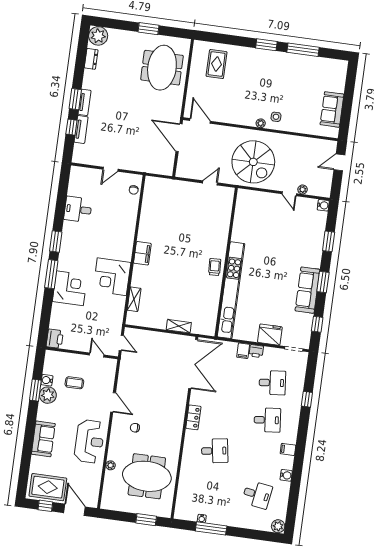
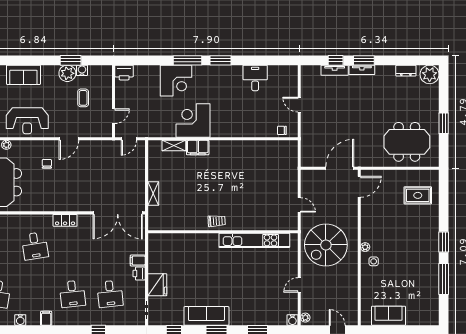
plant: (303, 189) -> (305, 318), moved
filing cabinet: (142, 253) -> (198, 148), moved
kitchen unit: (231, 290) -> (254, 240), moved, width x0.73

